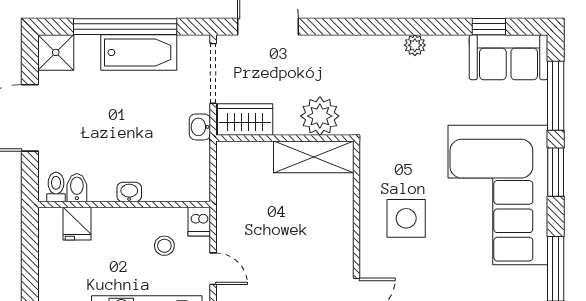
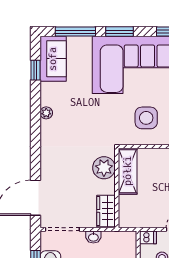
plant: (320, 116) -> (104, 168), moved
wardrobe: (245, 120) -> (106, 211), moved
wall: (285, 138) -> (117, 188), moved
shelving: (314, 157) -> (128, 171), moved

